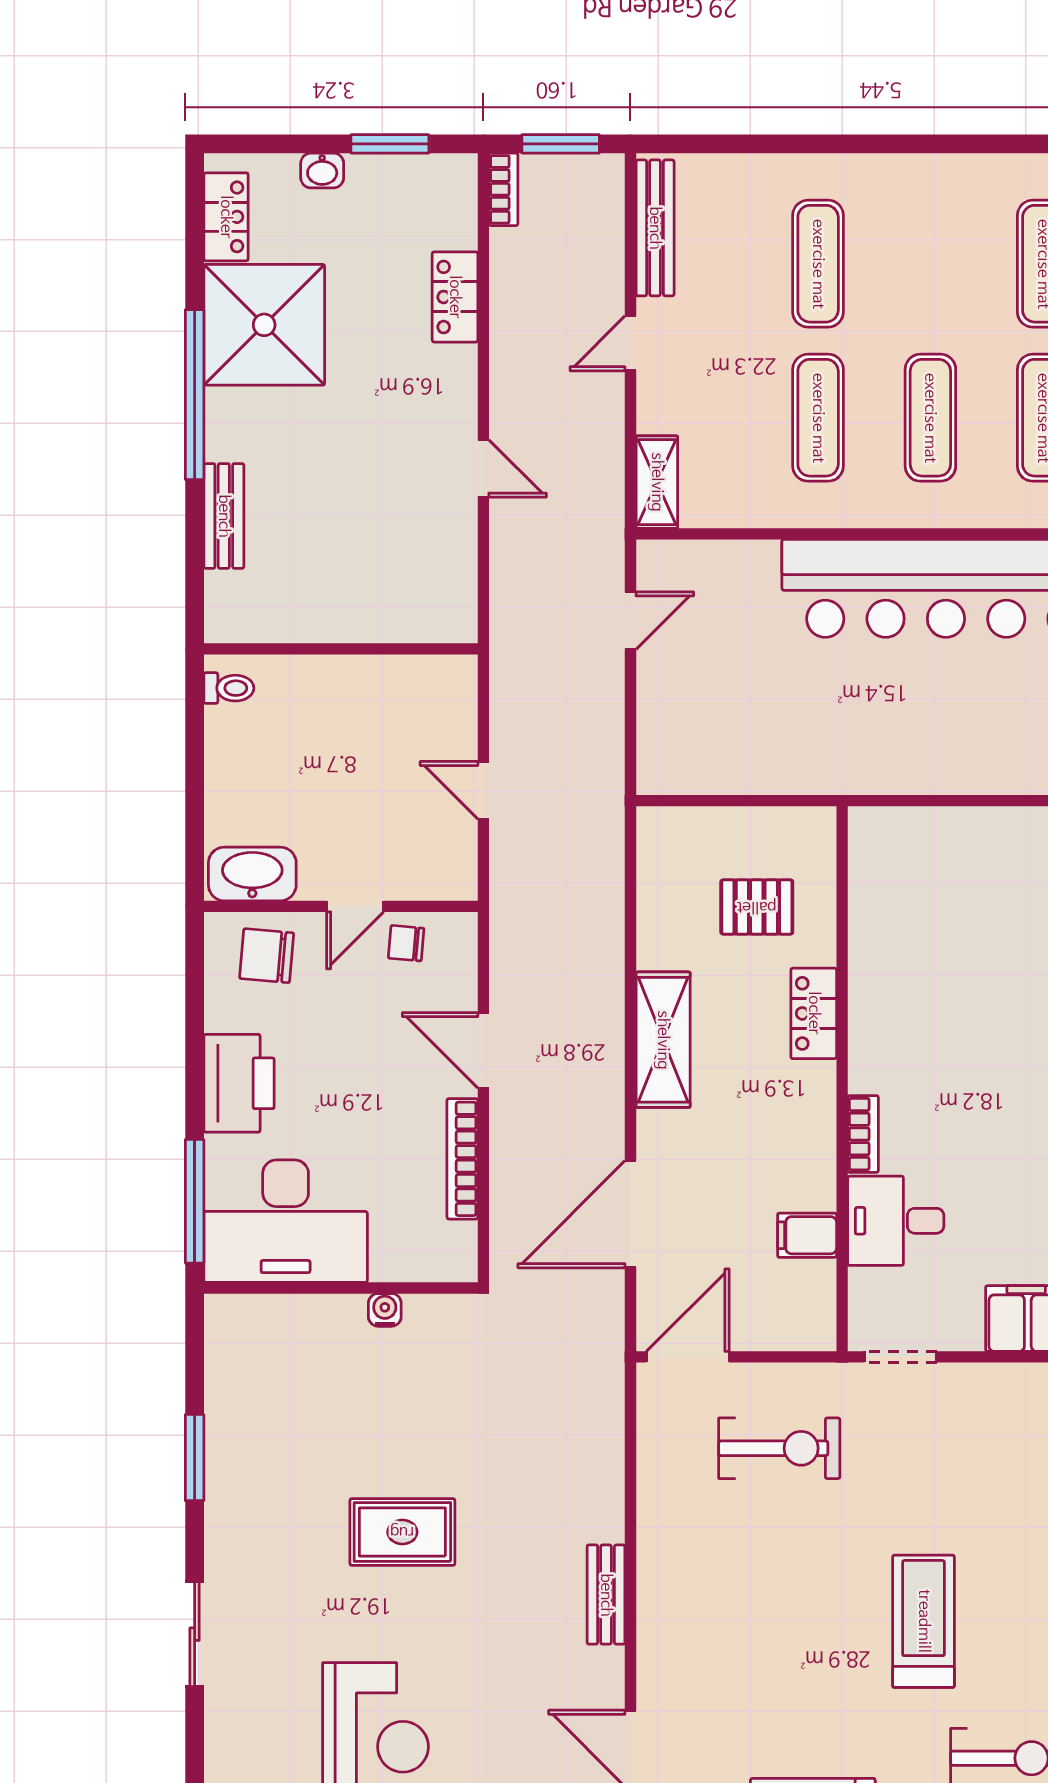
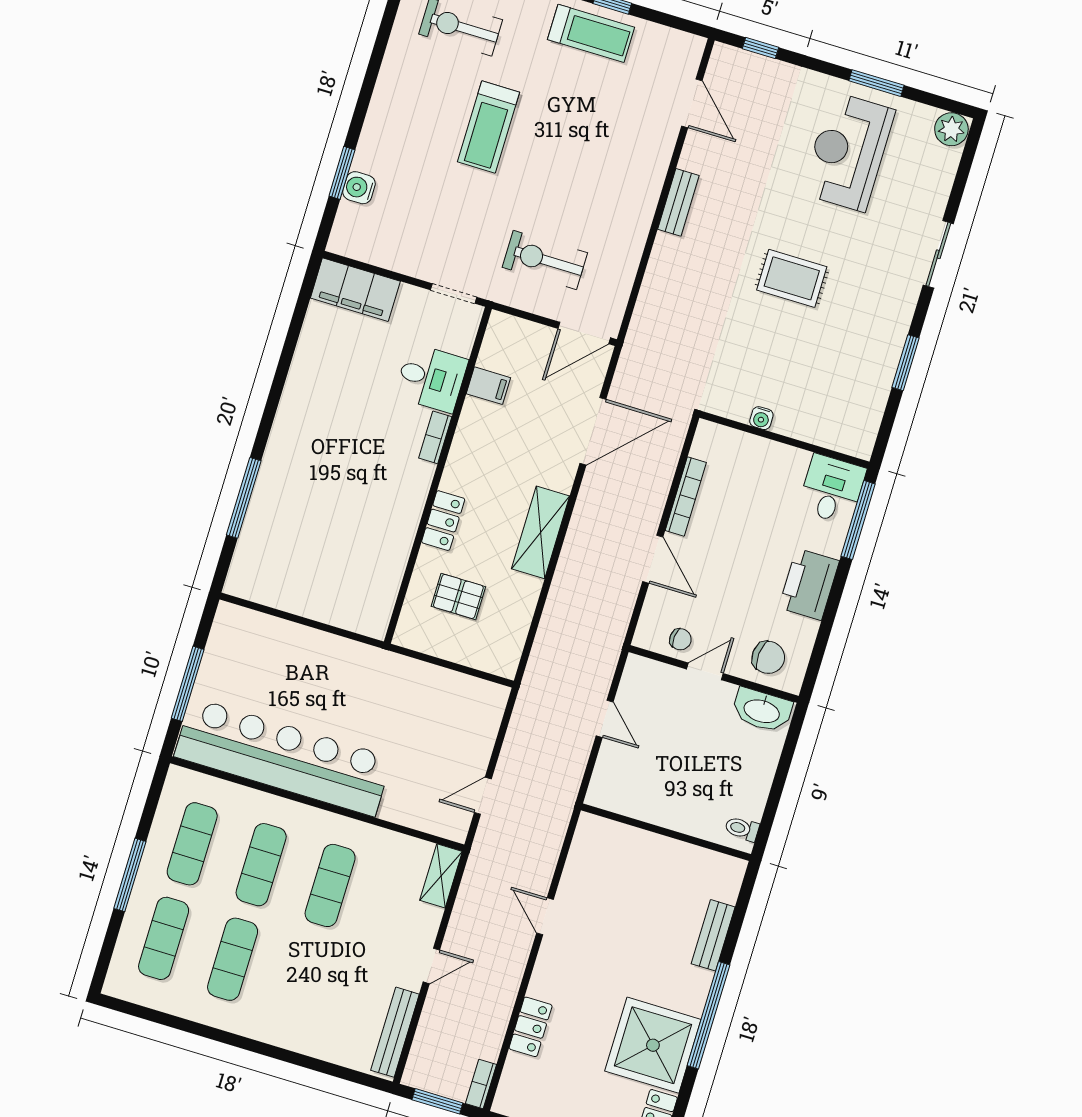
exercise mat: (818, 264) -> (233, 959), moved
desk: (286, 1221) -> (832, 489), width x0.53, depth x0.77

